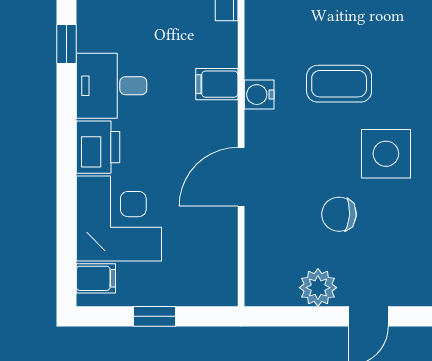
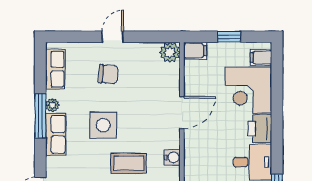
filing cabinet: (217, 84) -> (195, 51), moved
chair: (339, 214) -> (108, 74), moved
plant: (318, 288) -> (170, 52), moved

